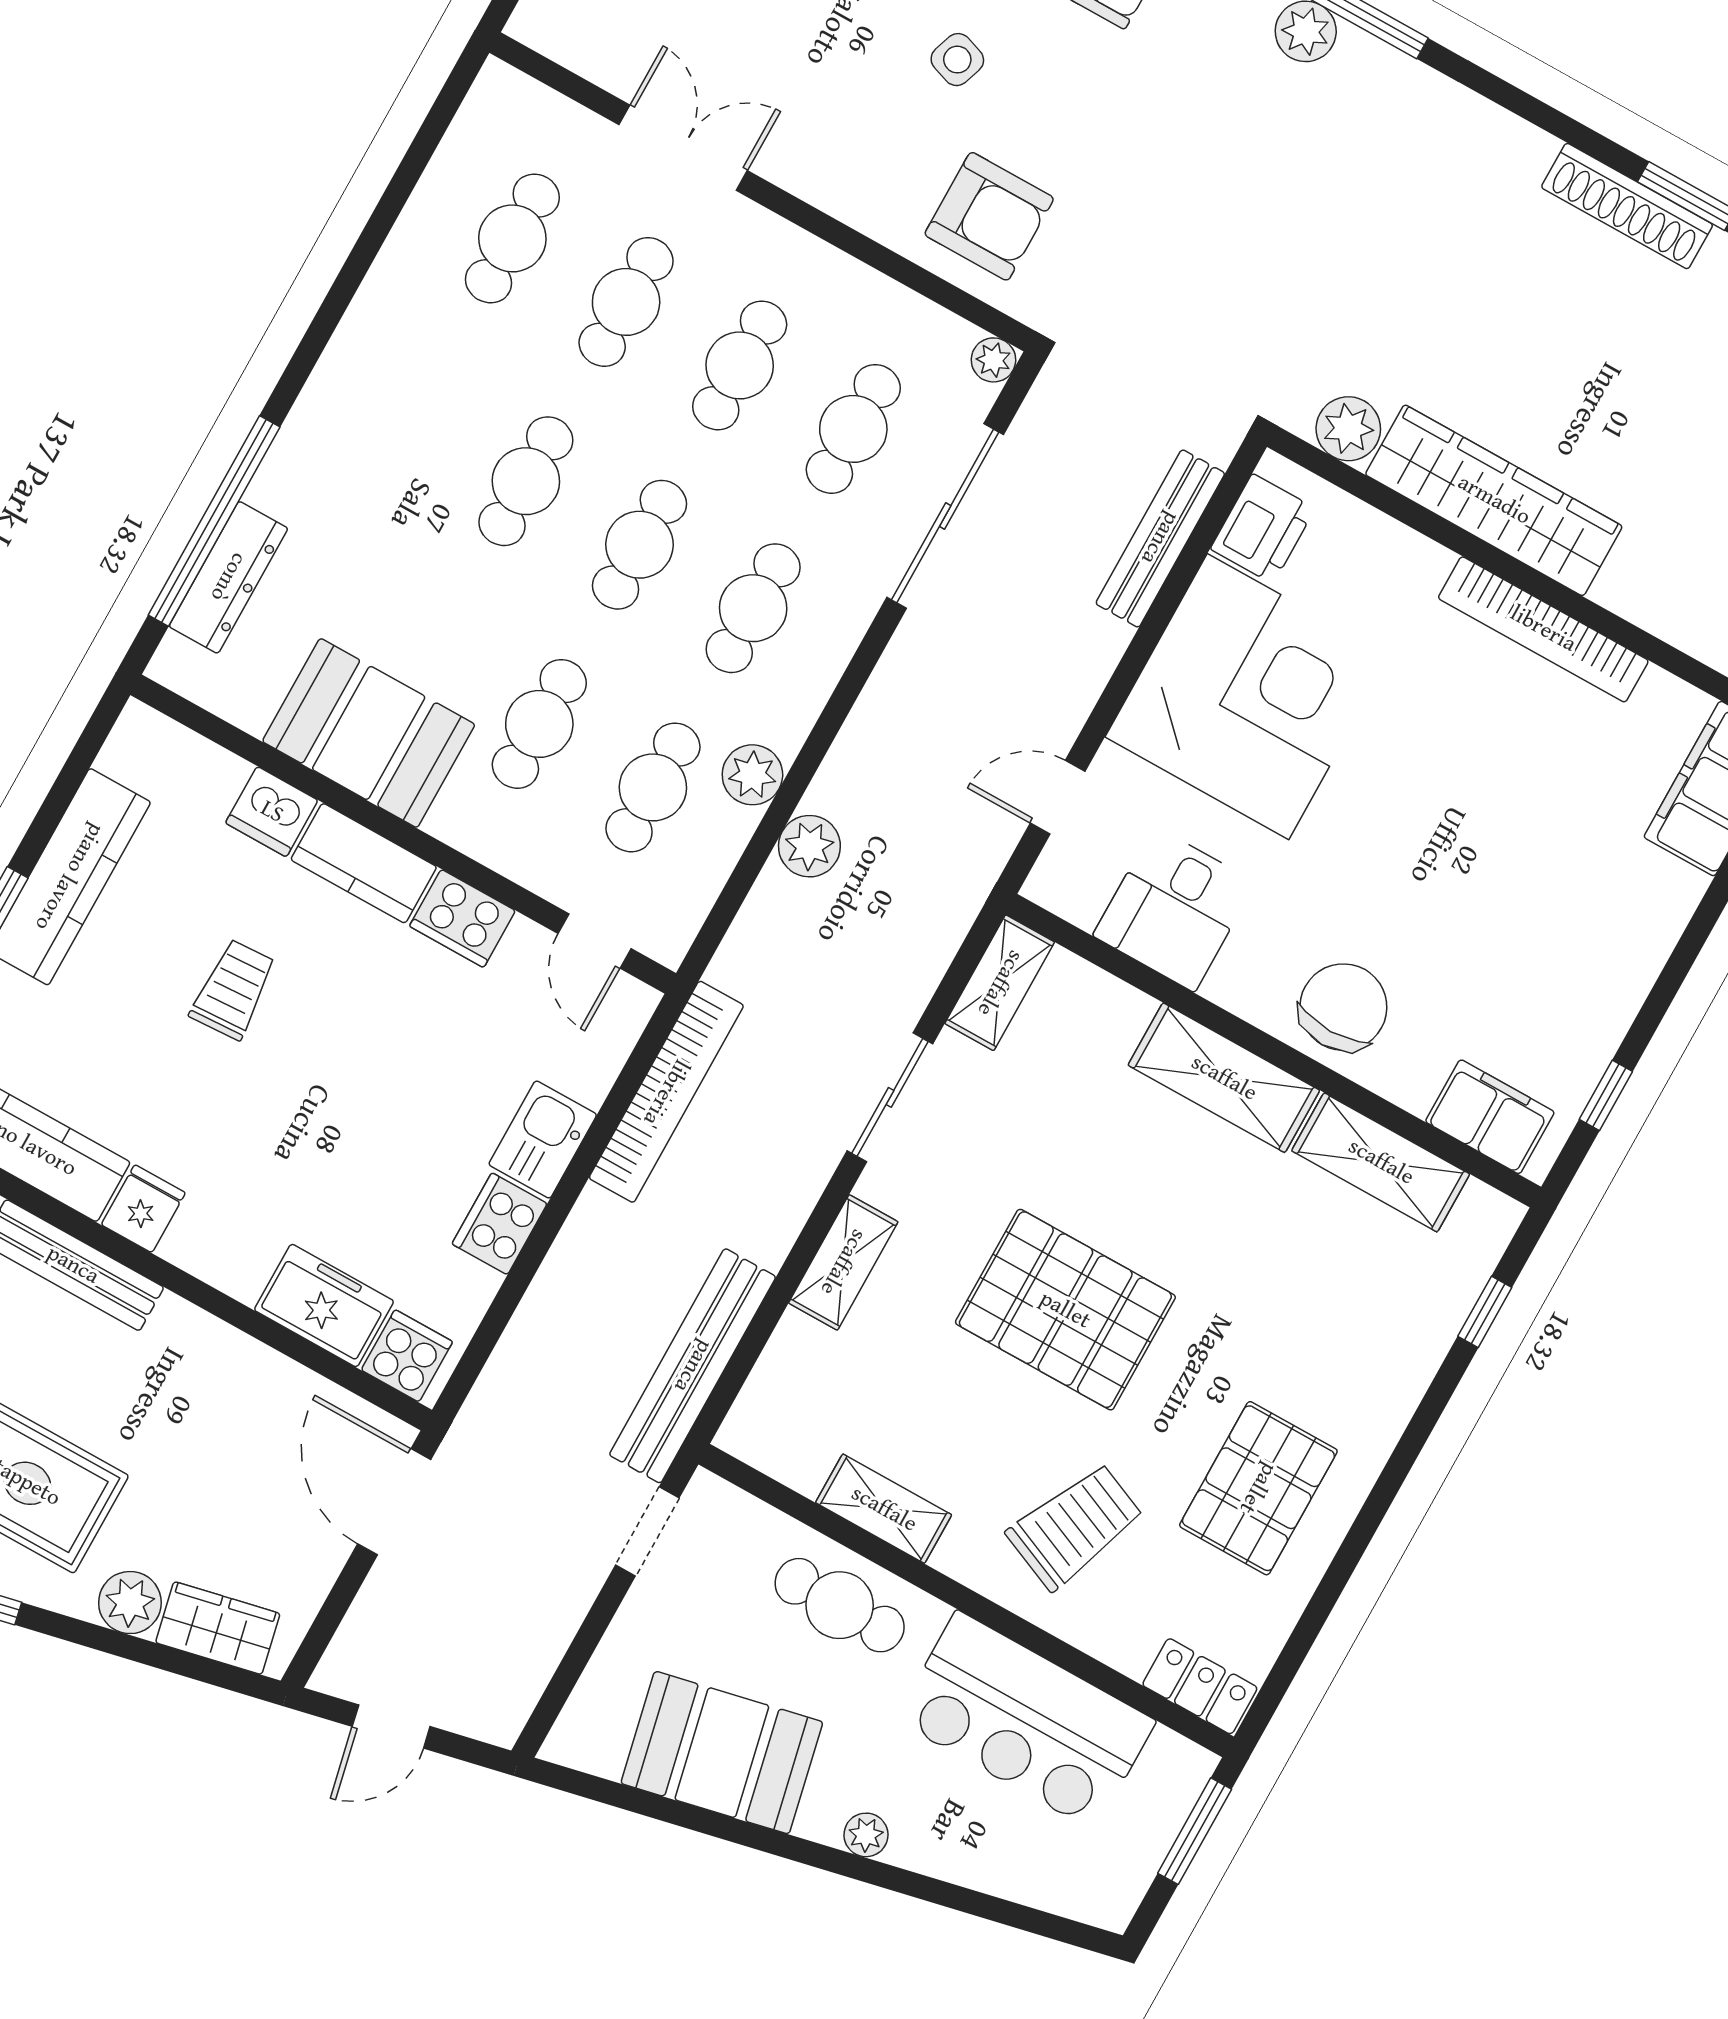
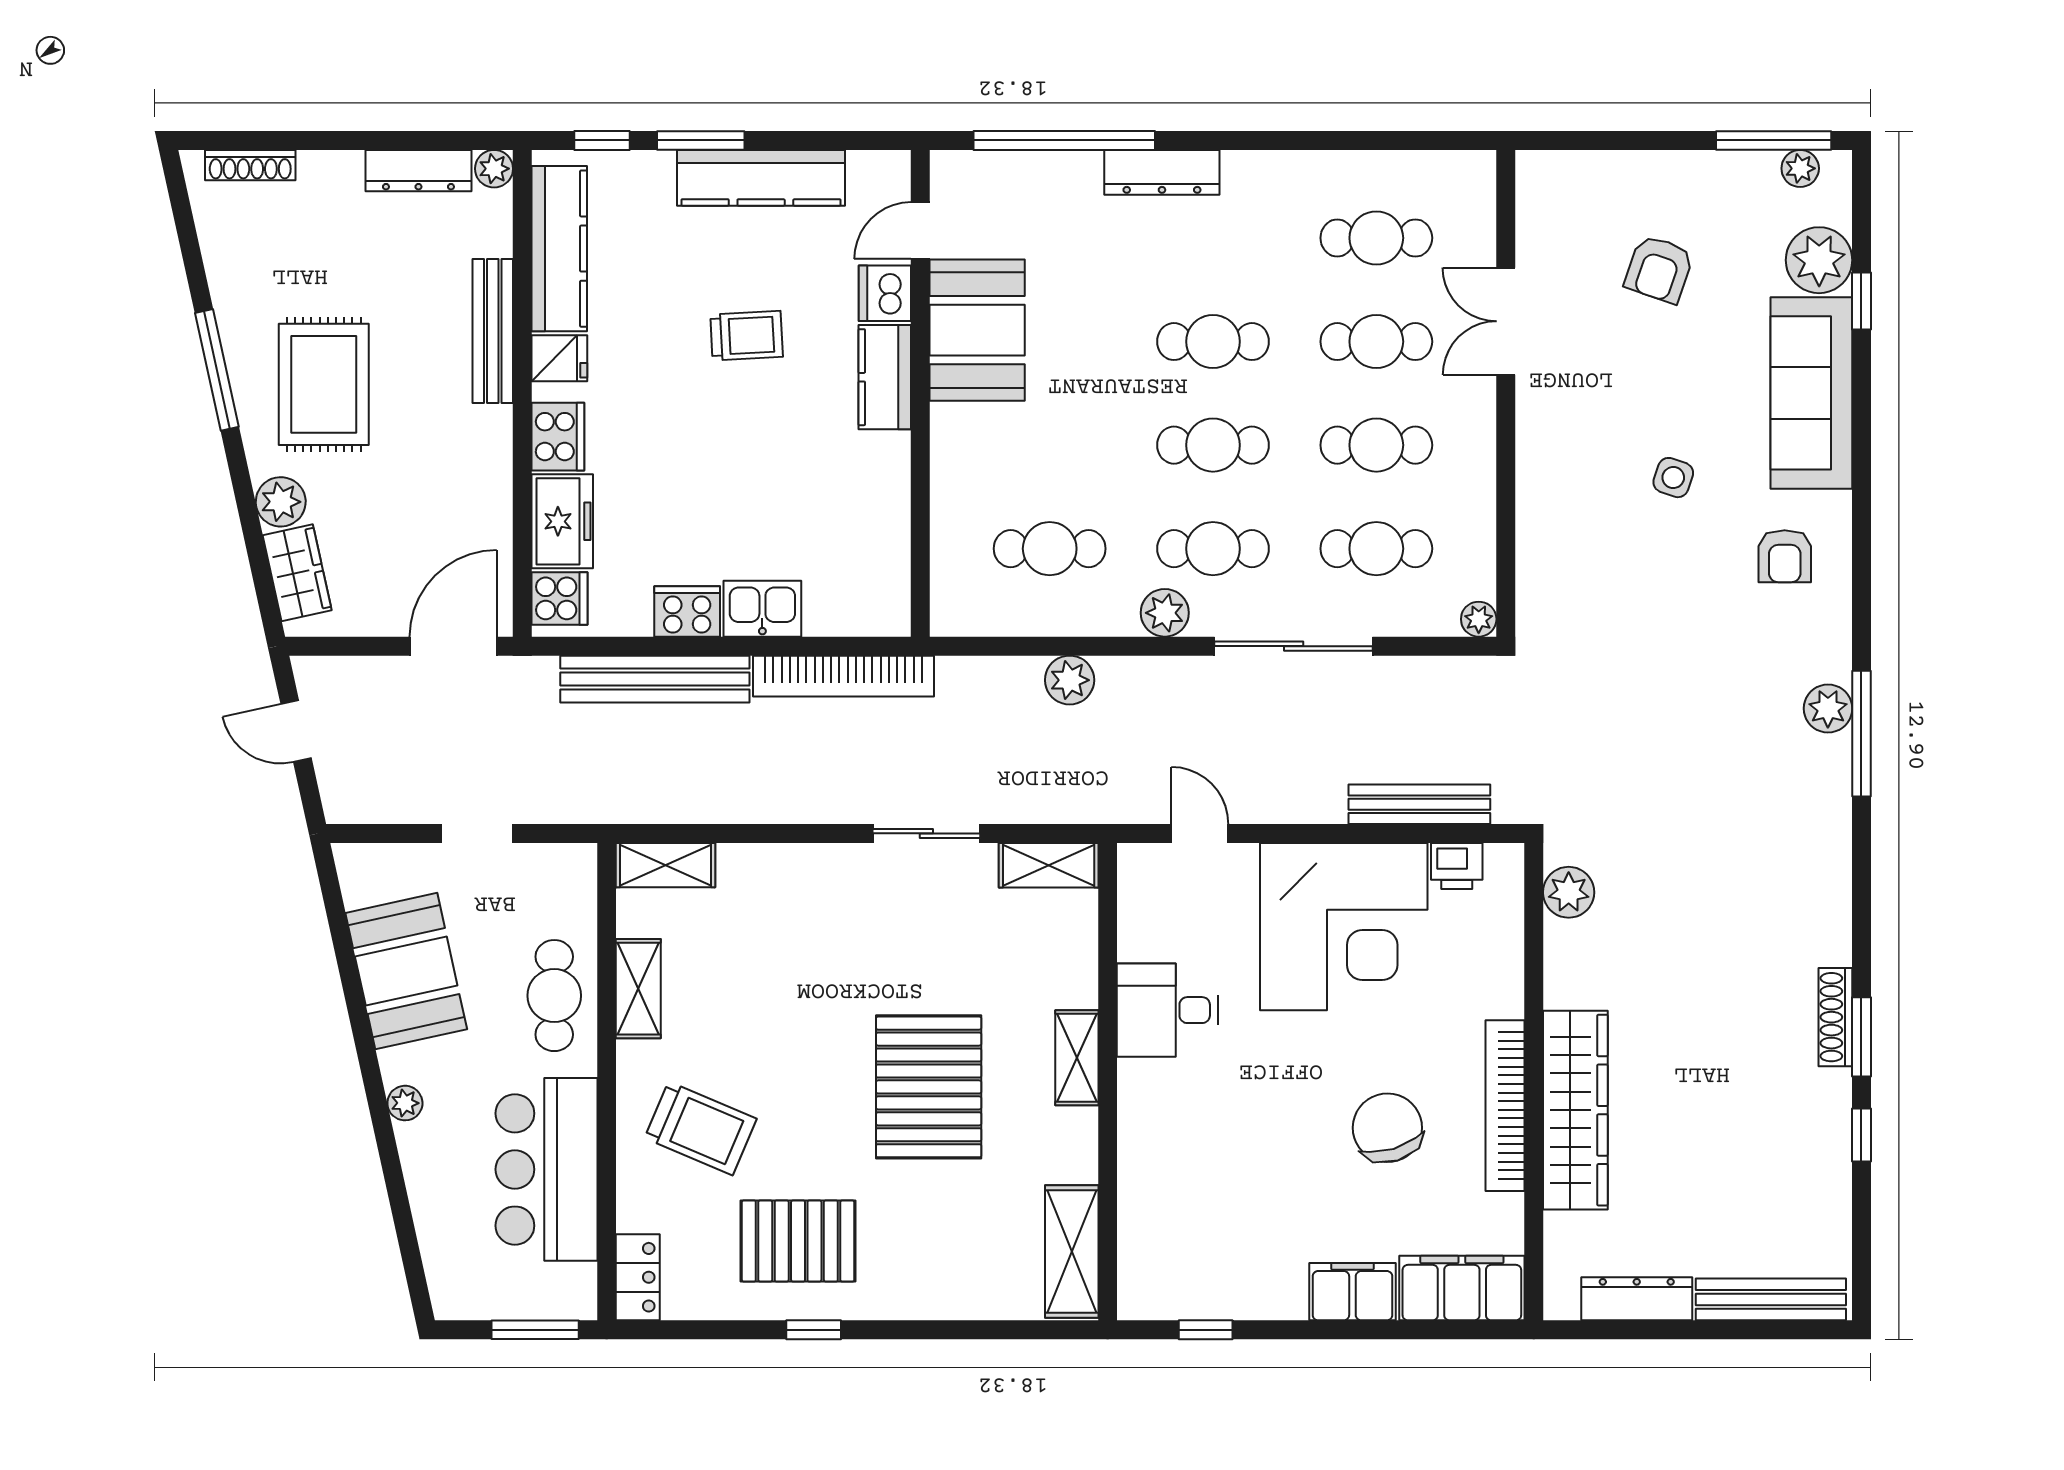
double door: (683, 148) -> (1506, 321), swing flipped
shoe rack: (1627, 206) -> (1835, 1017), width x0.74, depth x0.81
armchair: (989, 216) -> (1577, 560), removed
wardrobe: (1494, 500) -> (1575, 1110), moved
sliding door: (945, 516) -> (1294, 646), moved
printer: (1263, 529) -> (1457, 866), width x0.73, depth x0.81
dresser: (228, 577) -> (1162, 172), moved
cafe table: (539, 724) -> (1050, 445), removed
plant: (752, 775) -> (1165, 613), moved
desk: (1174, 909) -> (1167, 1010), moved
cooker: (462, 918) -> (558, 437), moved, turned 180
door: (594, 941) -> (920, 231), moved
chair: (1343, 1007) -> (1387, 1128), moved, turned -107
shelving: (1224, 1078) -> (1077, 1058), width x0.67, depth x0.75
filing cabinet: (1490, 1117) -> (1352, 1292), moved, turned -90
shelving: (1381, 1162) -> (1072, 1252), moved
shelving: (843, 1262) -> (666, 865), moved
pallet: (1065, 1310) -> (929, 1087), moved
window: (1485, 1312) -> (814, 1330), moved
bench: (693, 1366) -> (655, 679), moved
doorway: (647, 1532) -> (477, 833), moved

